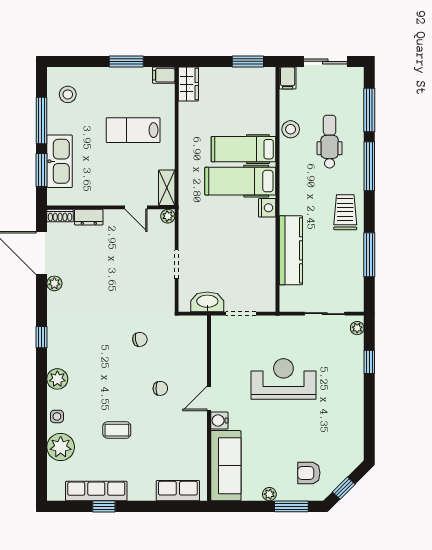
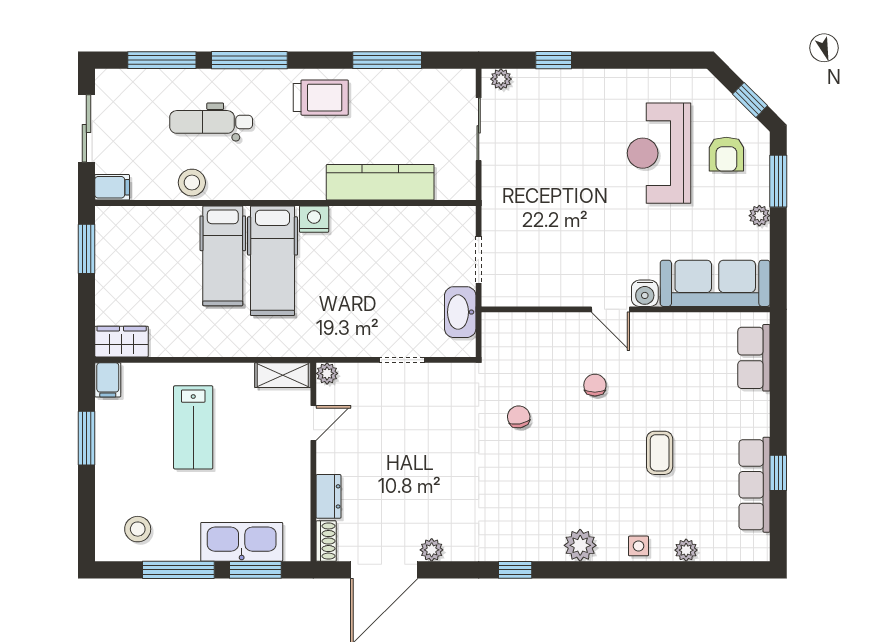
trolley: (345, 212) -> (321, 98), turned 180
reception desk: (283, 379) -> (659, 153), moved
plant: (61, 447) -> (686, 550), width x0.53, depth x0.53

